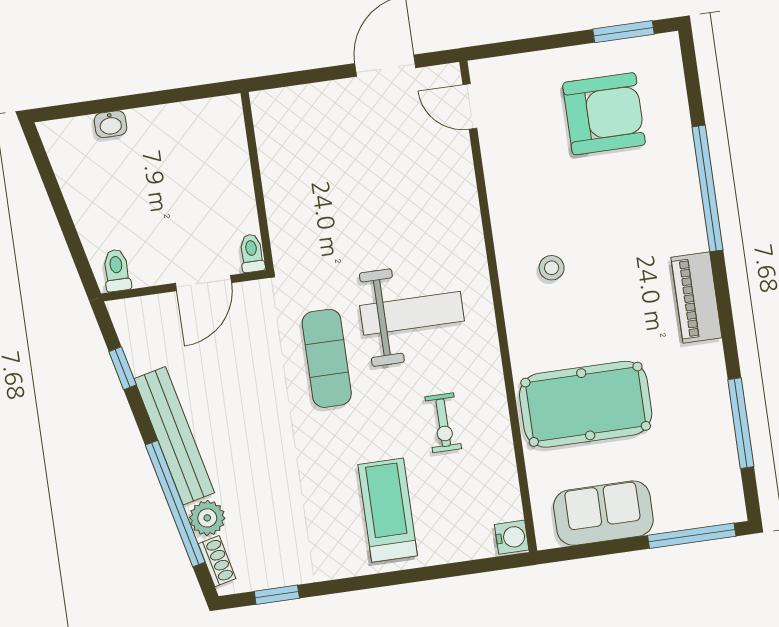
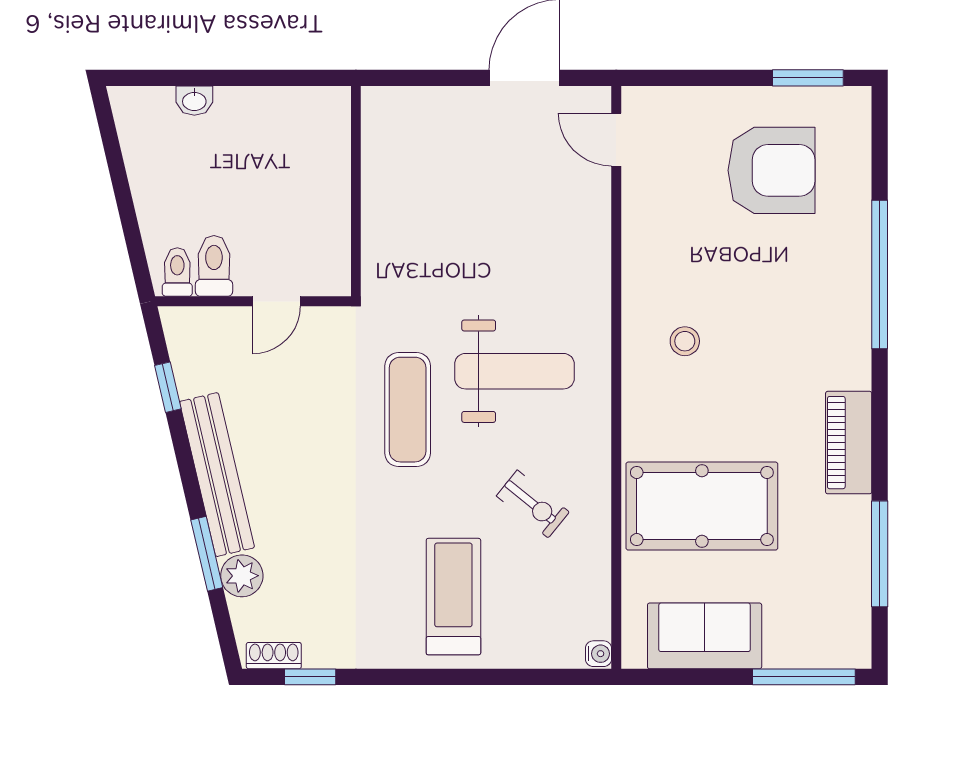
toilet: (252, 253) -> (214, 266), moved, width x1.37, depth x1.39
door: (203, 283) -> (276, 301), width x0.73
piano: (696, 298) -> (849, 443), moved
exercise bike: (443, 423) -> (533, 504), turned -51
window: (175, 504) -> (207, 554), width x0.47
water cooler: (512, 537) -> (598, 654), width x0.72, depth x0.72
shoe rack: (217, 561) -> (274, 656), moved, turned -77

